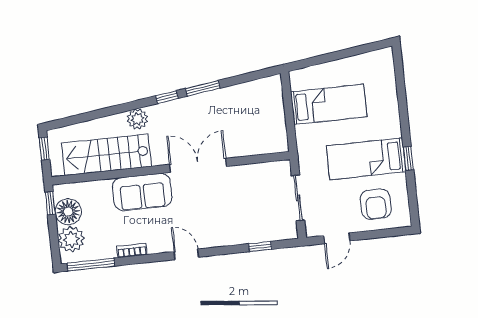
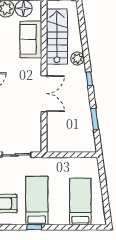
window: (203, 88) -> (95, 119), moved
bed: (329, 104) -> (80, 201), moved, turned 180
sofa: (142, 192) -> (31, 39), moved

